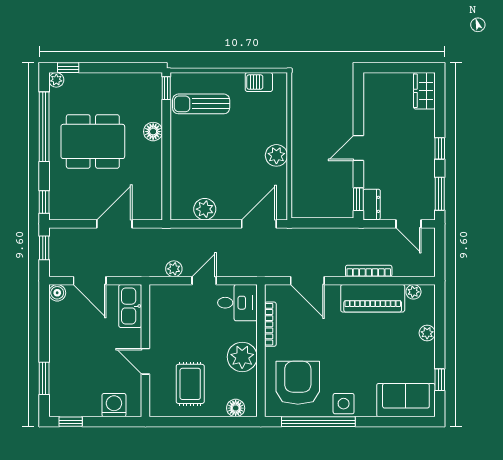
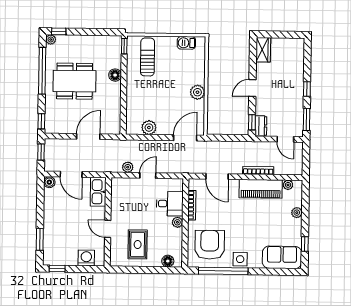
wardrobe: (424, 91) -> (263, 50), moved, turned 180
sun lounger: (201, 104) -> (148, 57), turned 90
desk: (237, 303) -> (170, 204), moved
plant: (242, 357) -> (177, 222), width x0.53, depth x0.53

